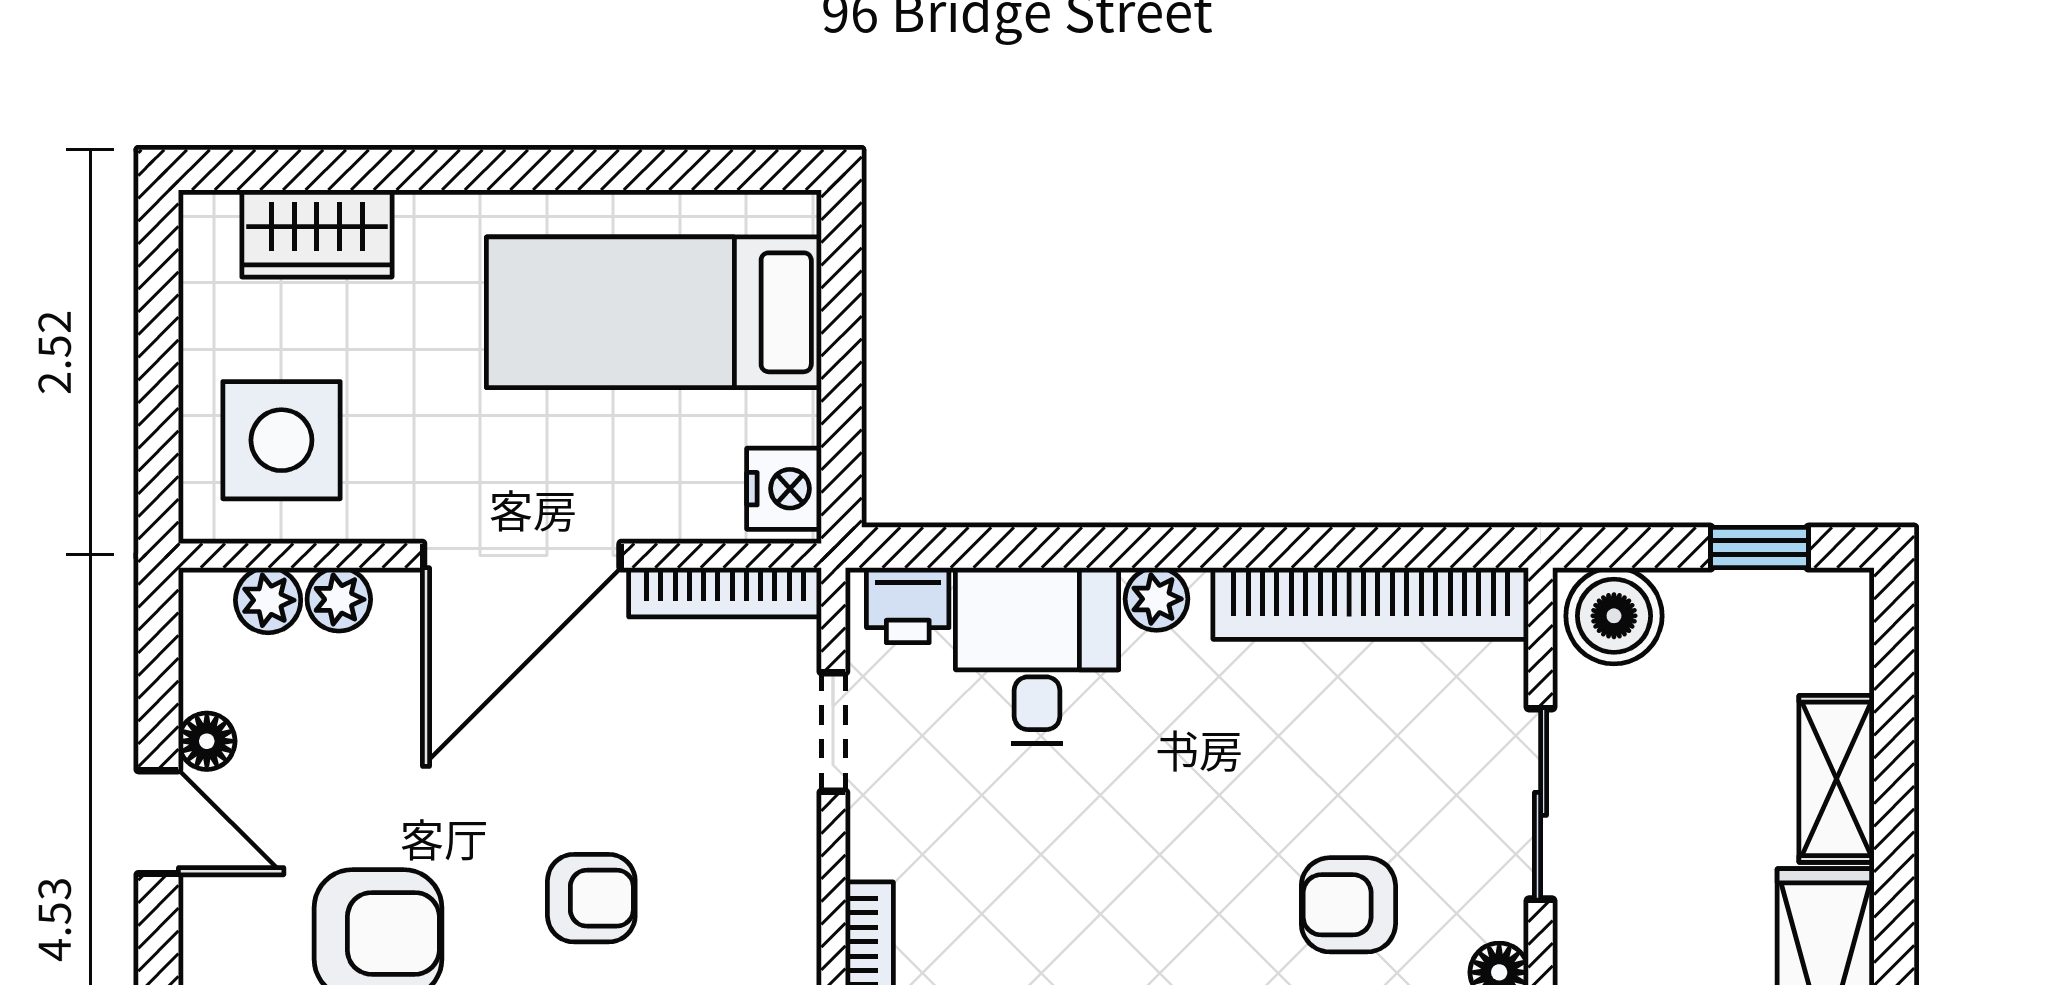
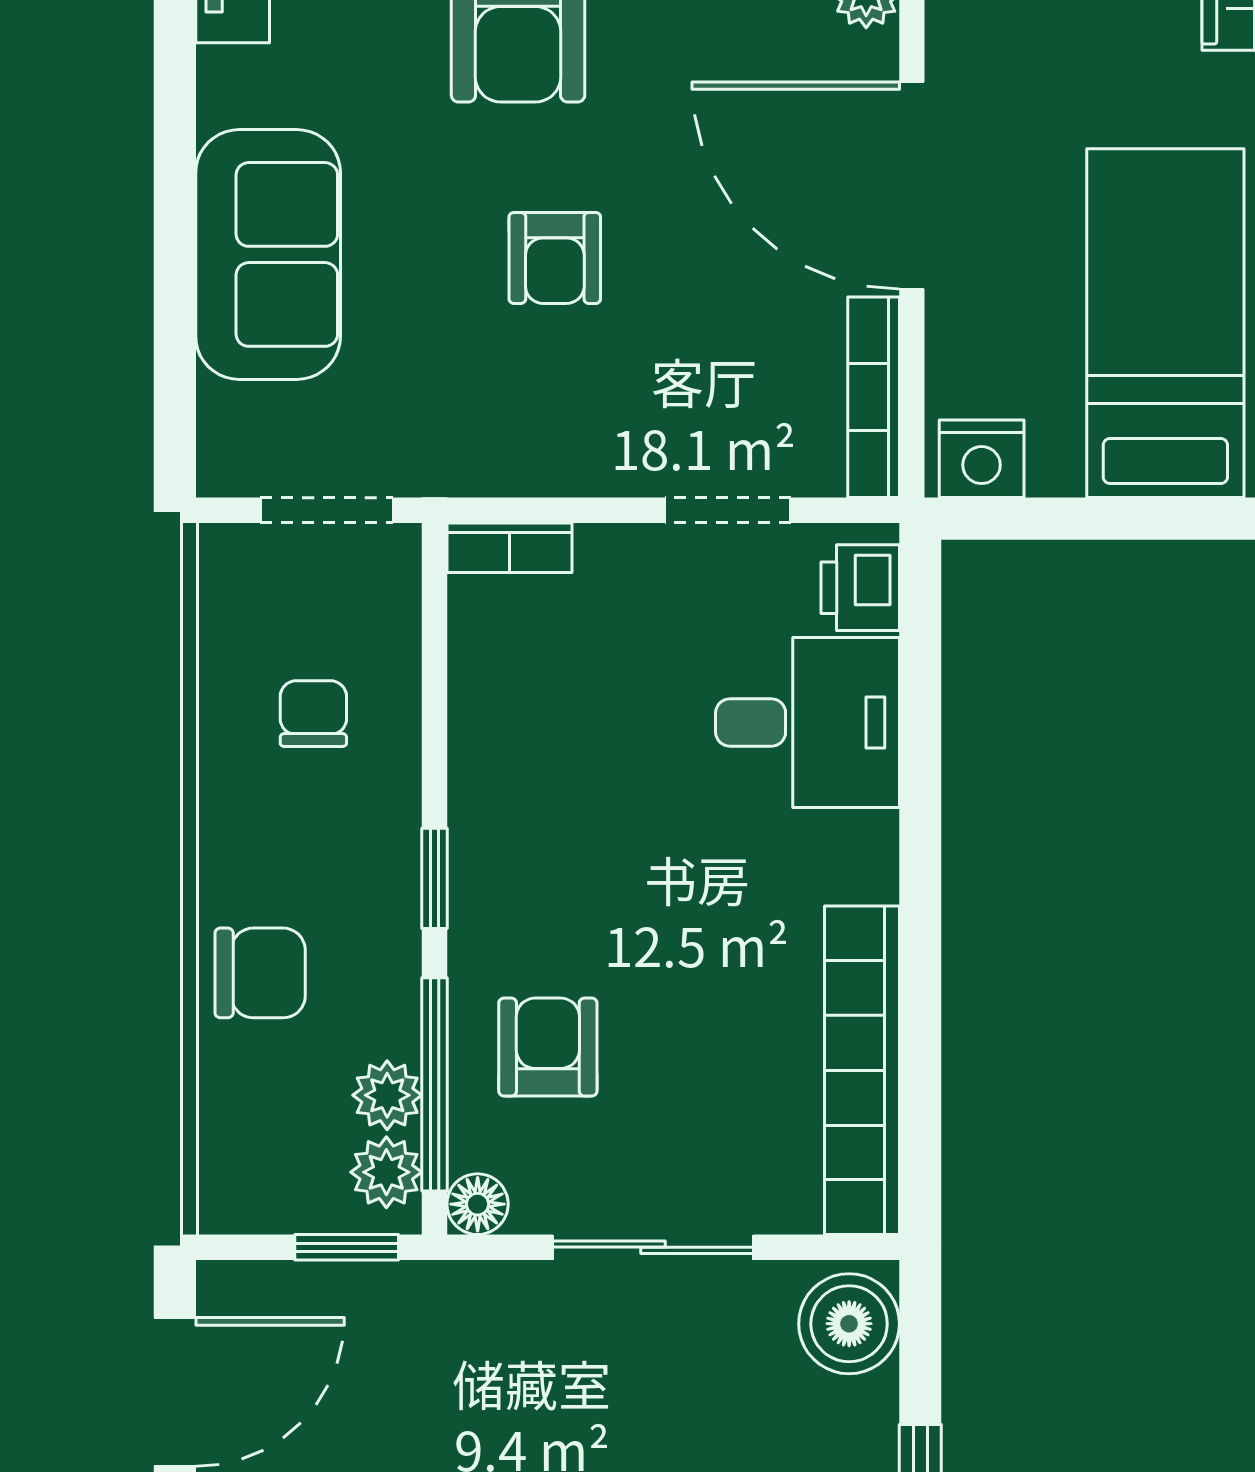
plant: (1156, 599) -> (867, 847), removed

